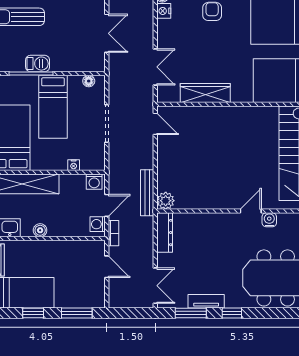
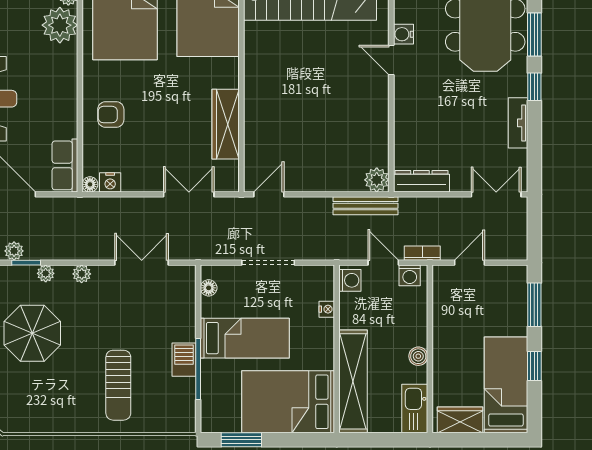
window: (191, 313) -> (534, 35), moved

